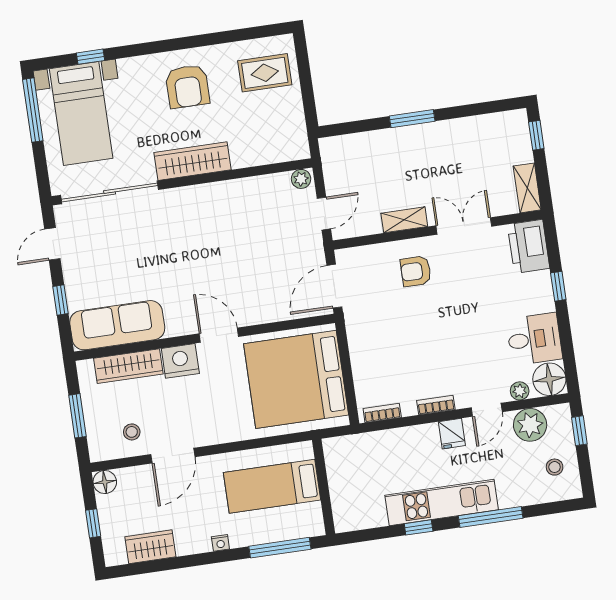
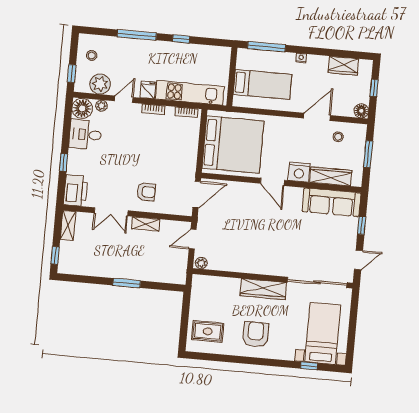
window: (33, 110) -> (351, 342), removed
kitchen unit: (442, 503) -> (190, 93), moved, turned 180

